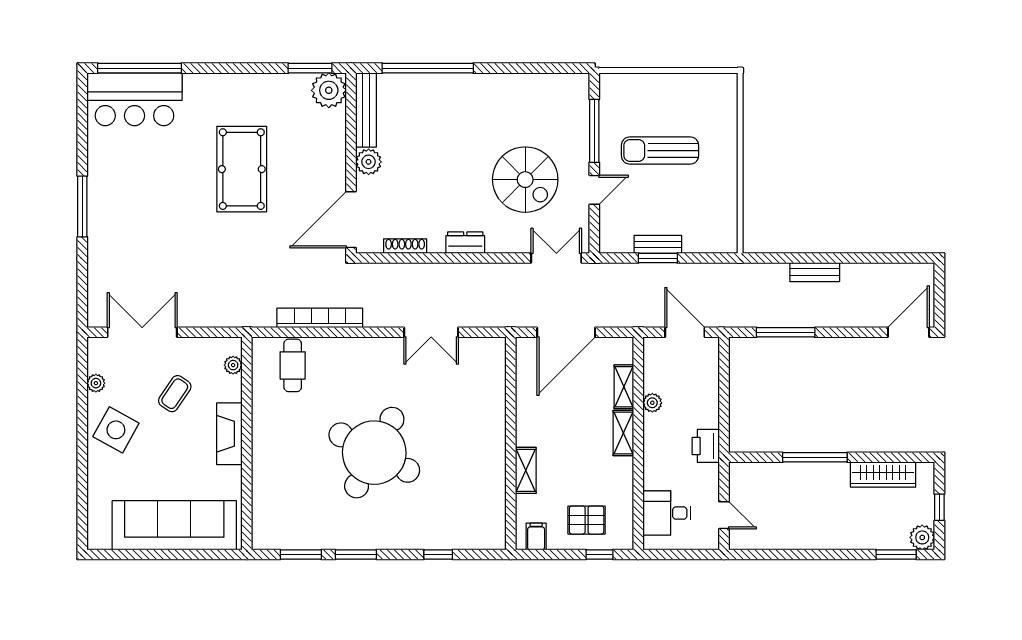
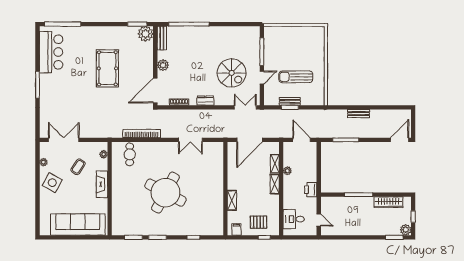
bar counter: (134, 99) -> (51, 52), moved, turned -90
bench: (366, 110) -> (162, 38), width x0.73
sun lounger: (660, 151) -> (296, 77), moved

